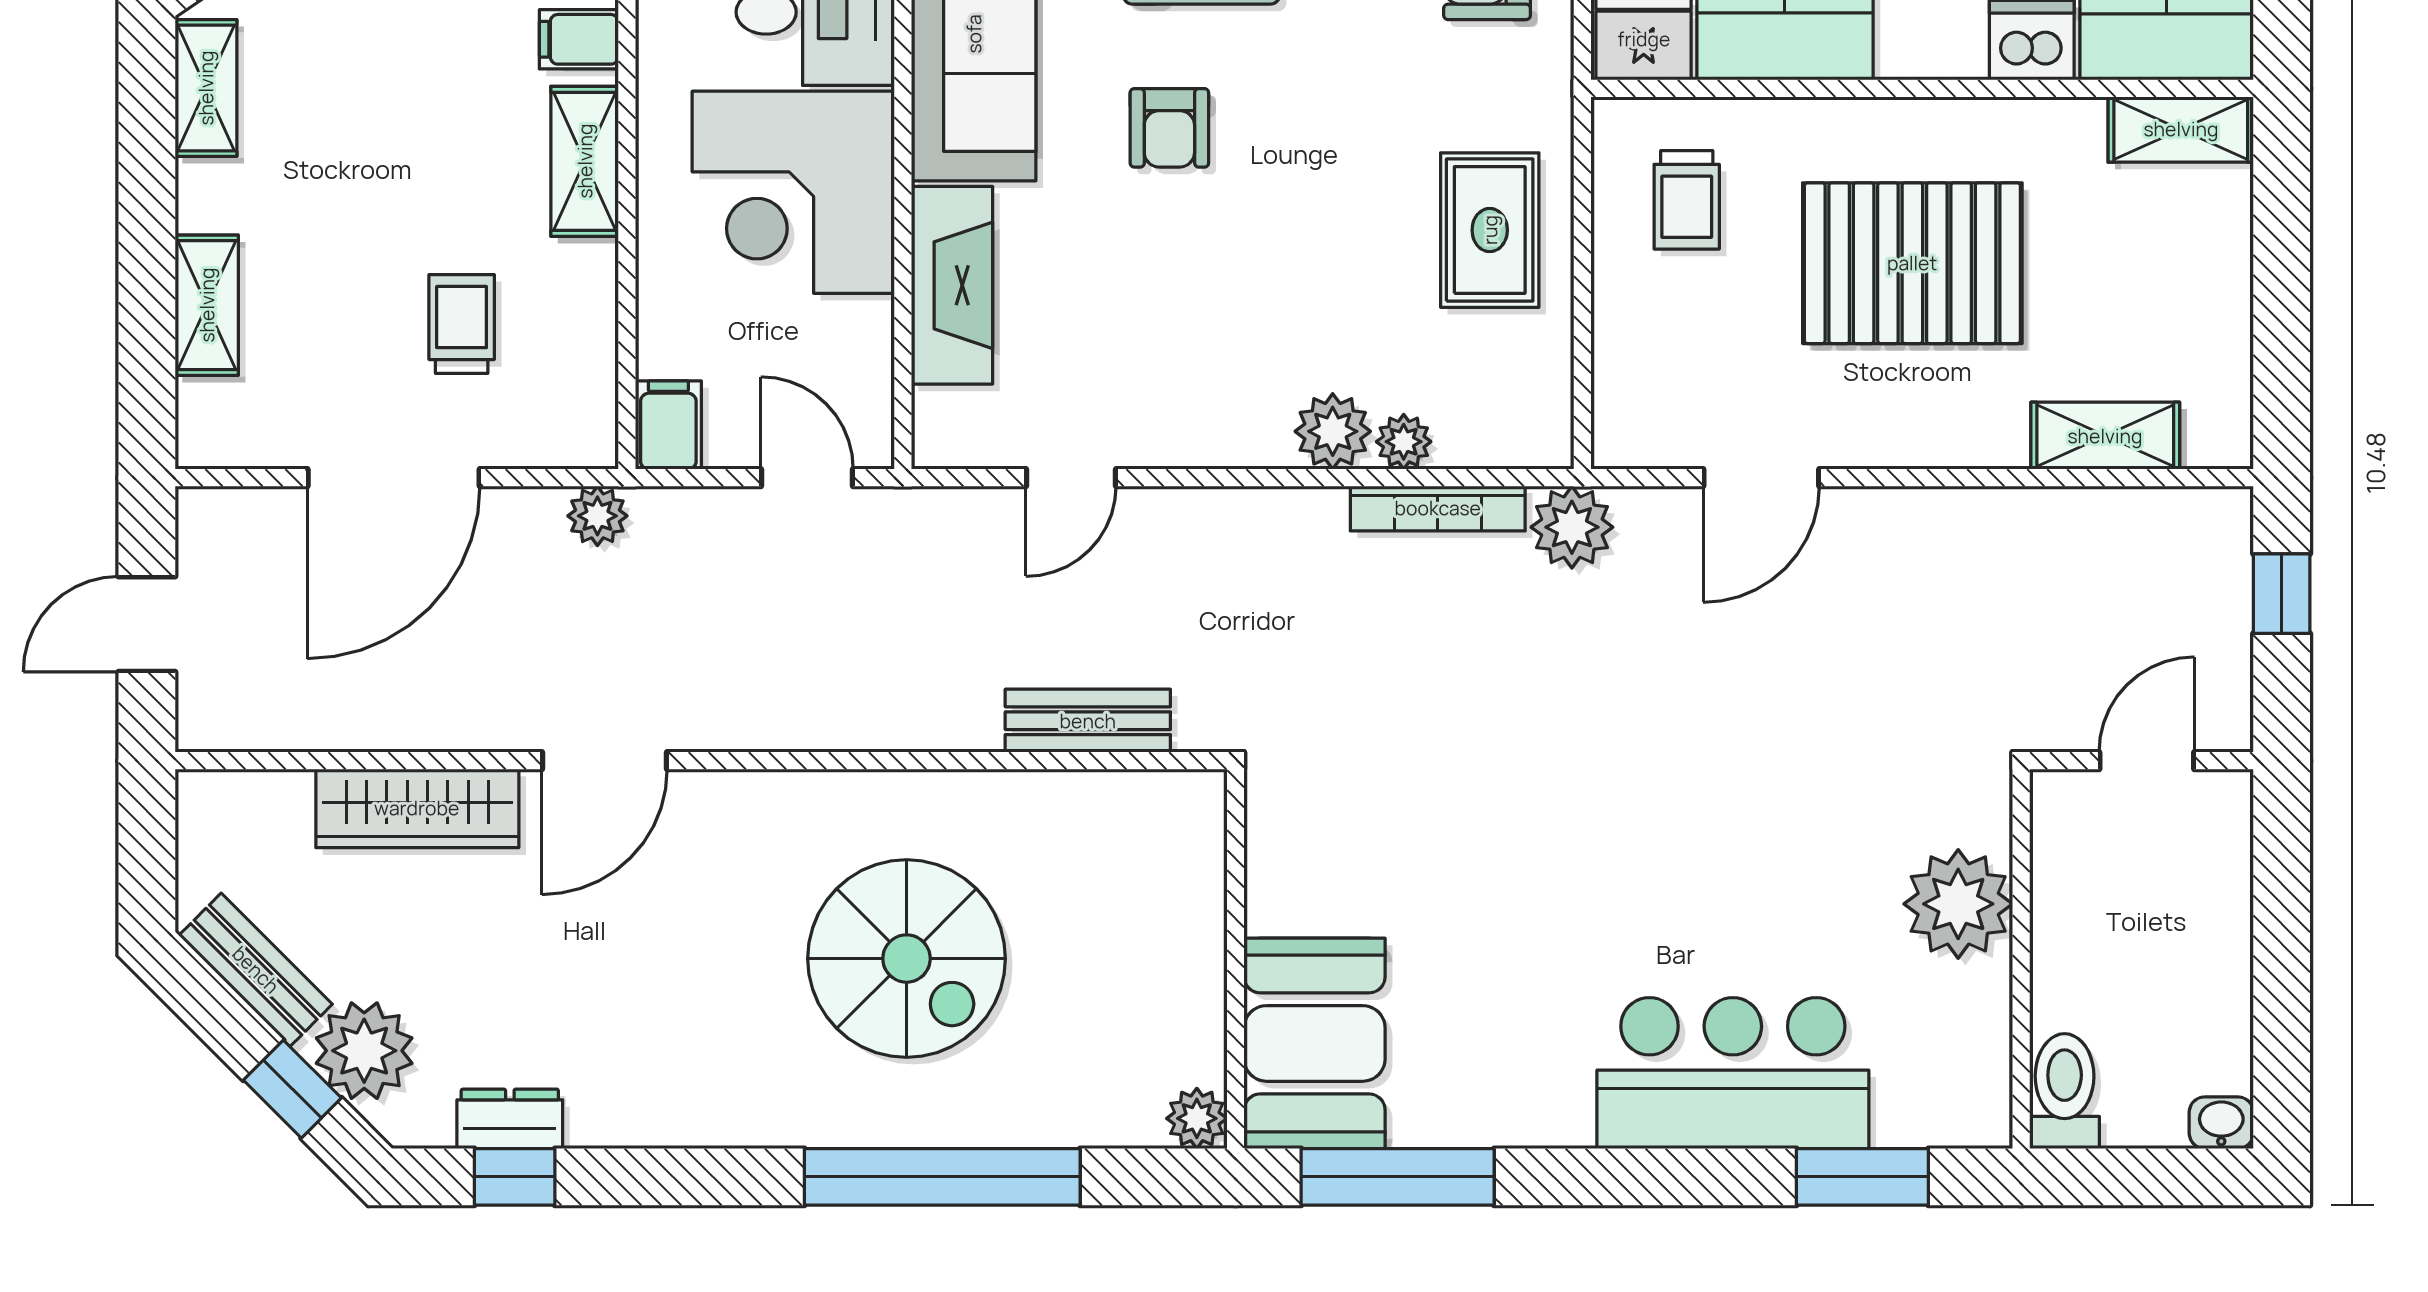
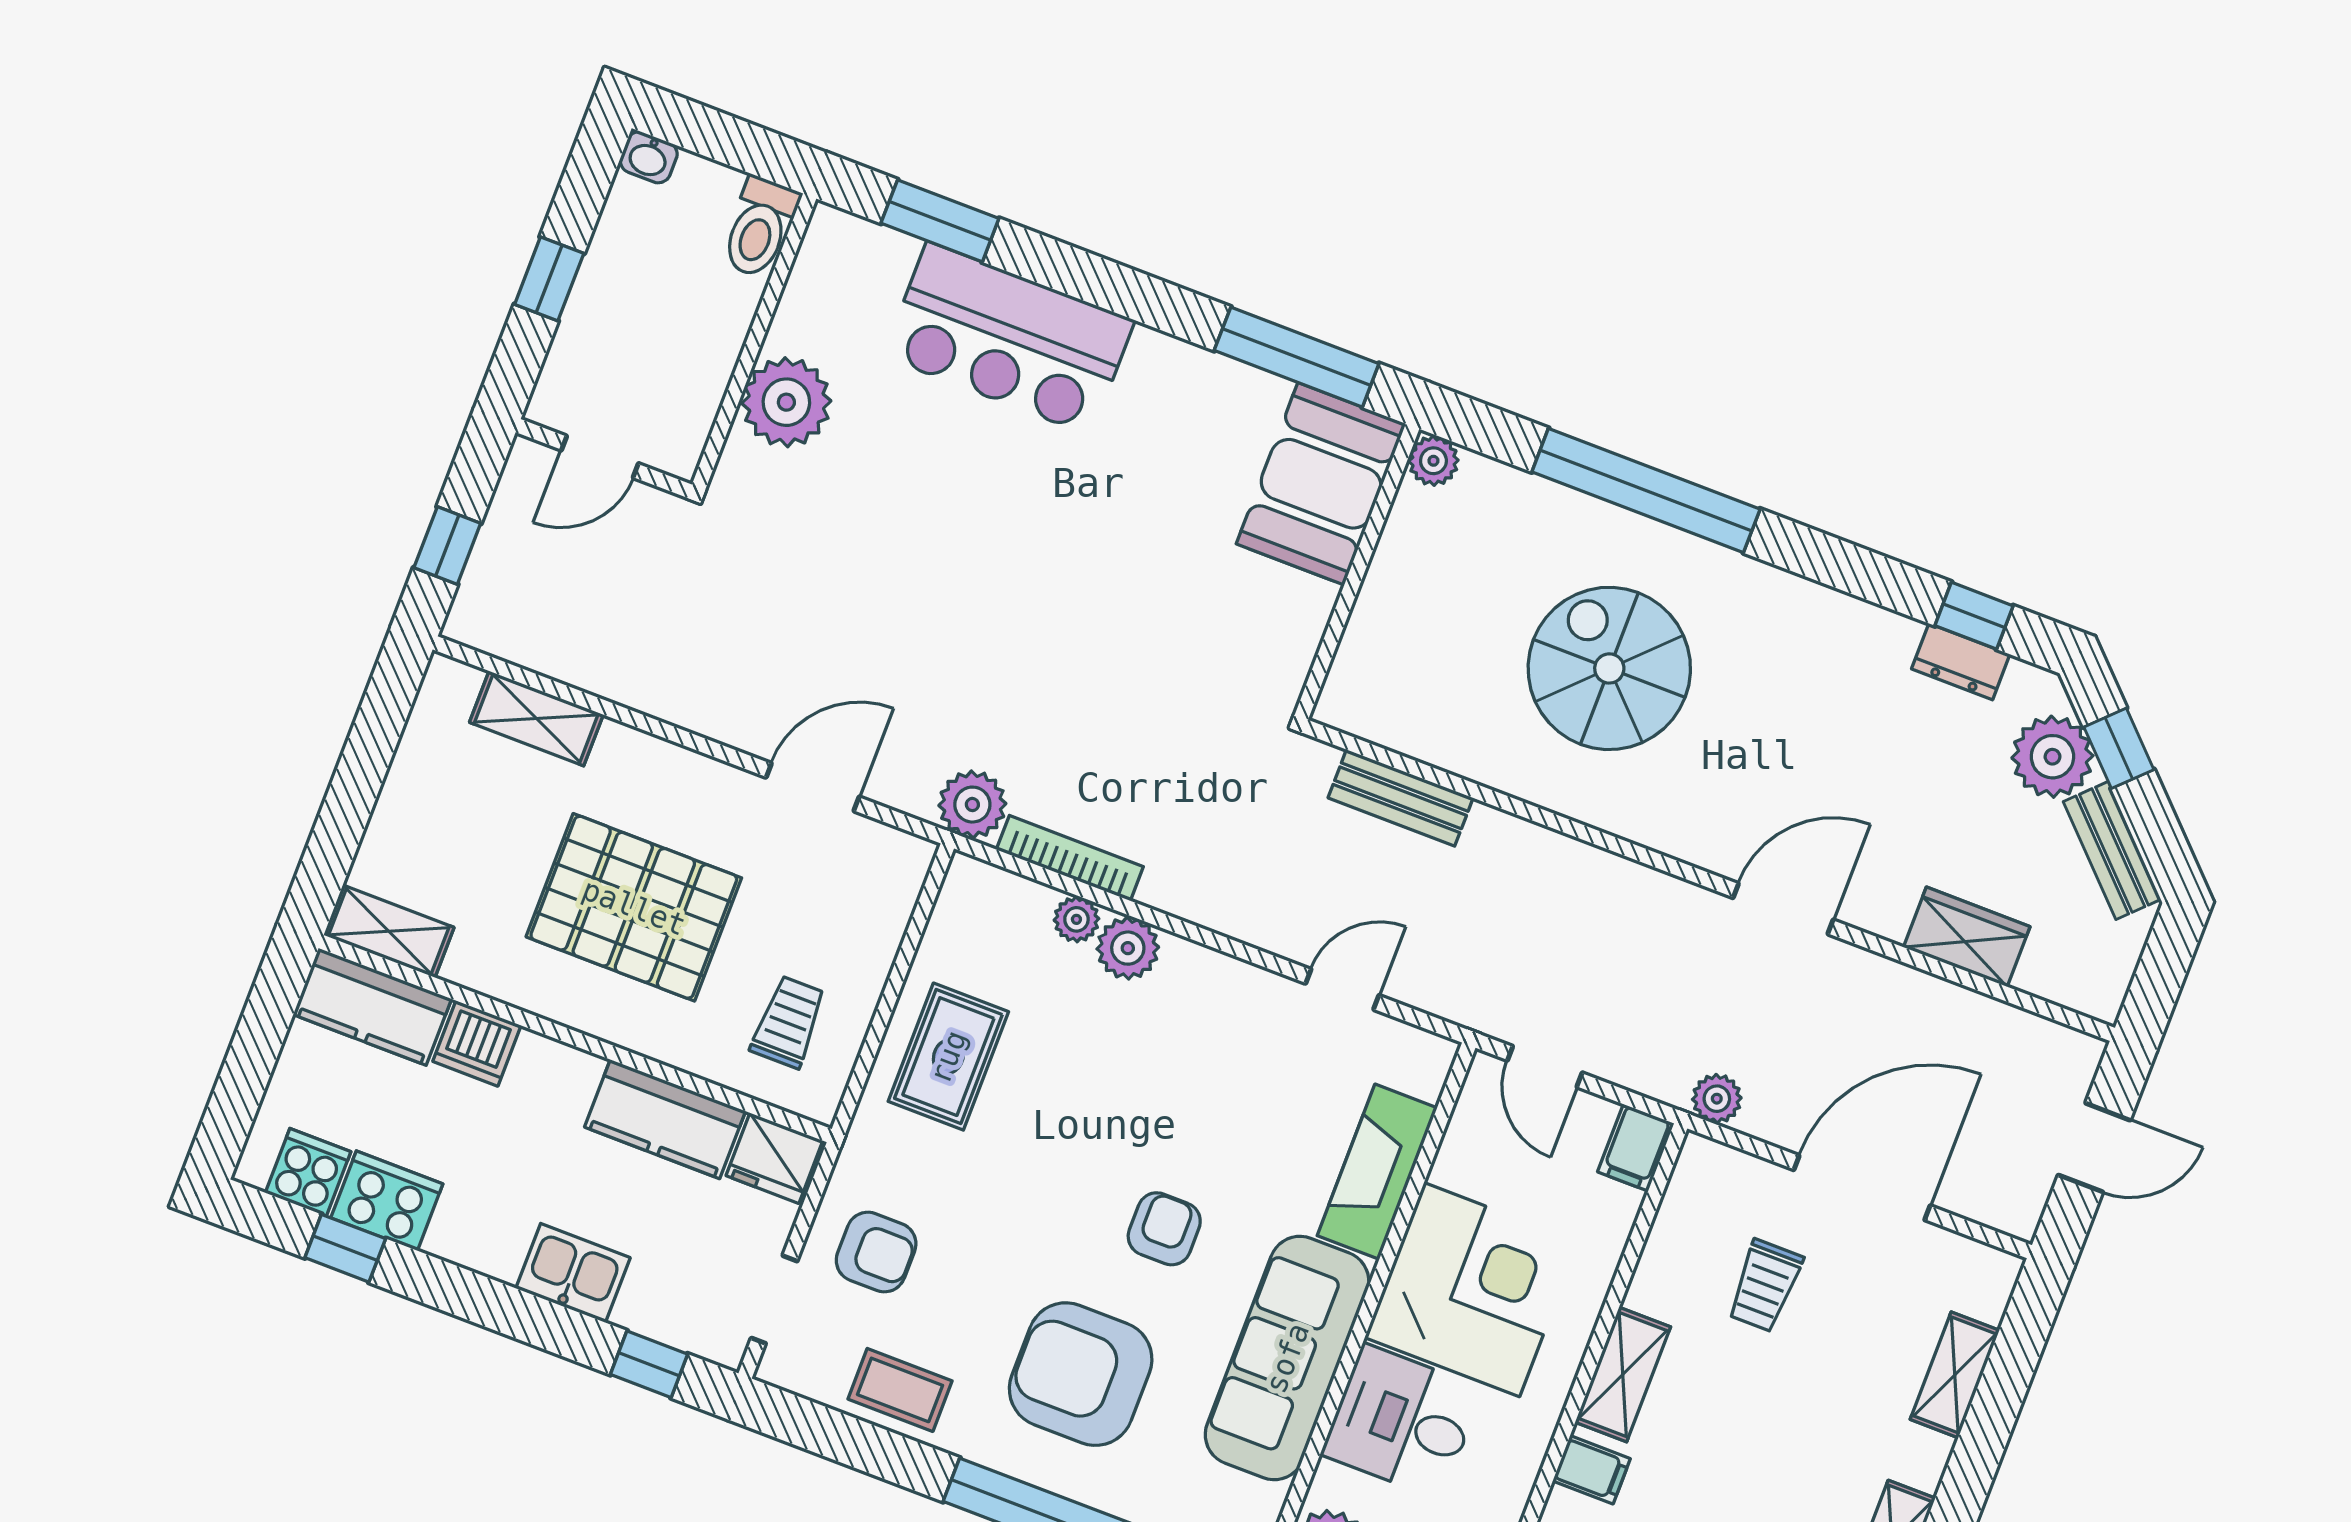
wardrobe: (417, 808) -> (1967, 937), width x0.67
window: (2282, 941) -> (549, 279), added

